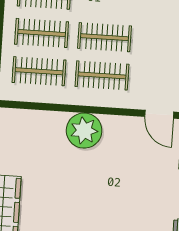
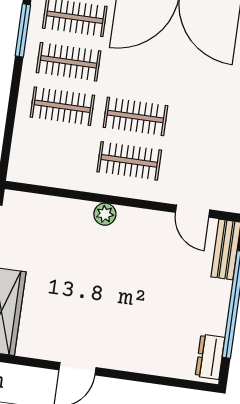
clothes rail: (39, 71) -> (56, 151), removed
plant: (84, 131) -> (105, 214), width x0.53, depth x0.53

